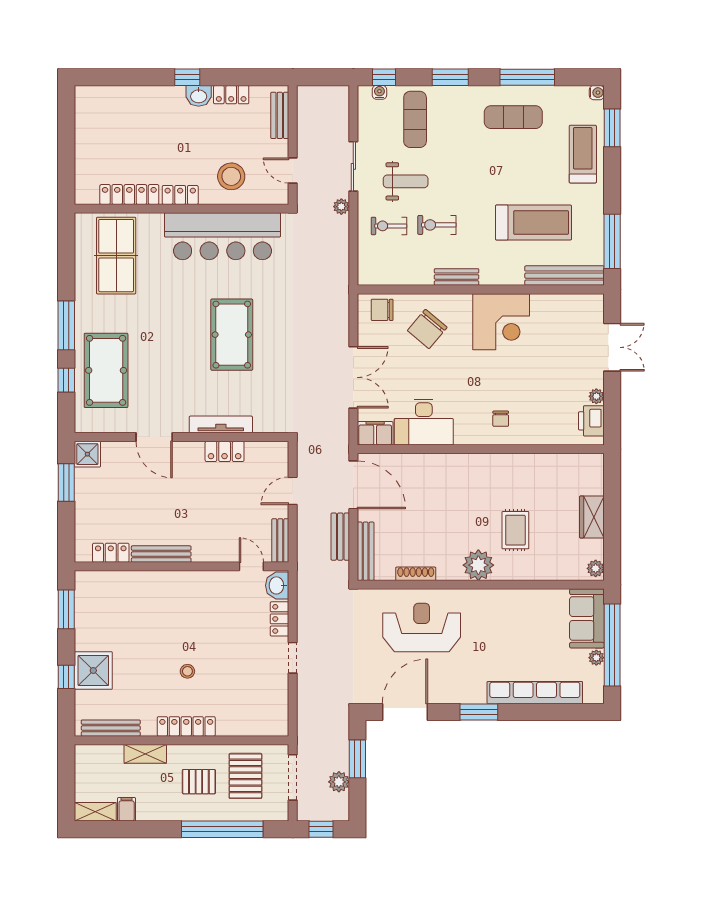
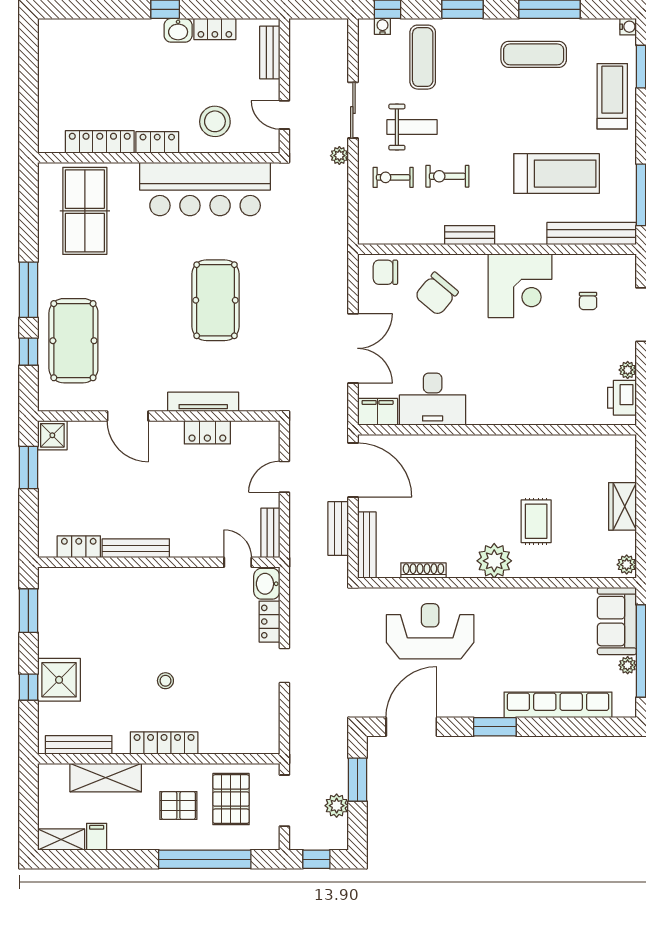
chair: (501, 419) -> (588, 301), moved
shelving: (145, 754) -> (106, 778), width x1.50, depth x1.33

